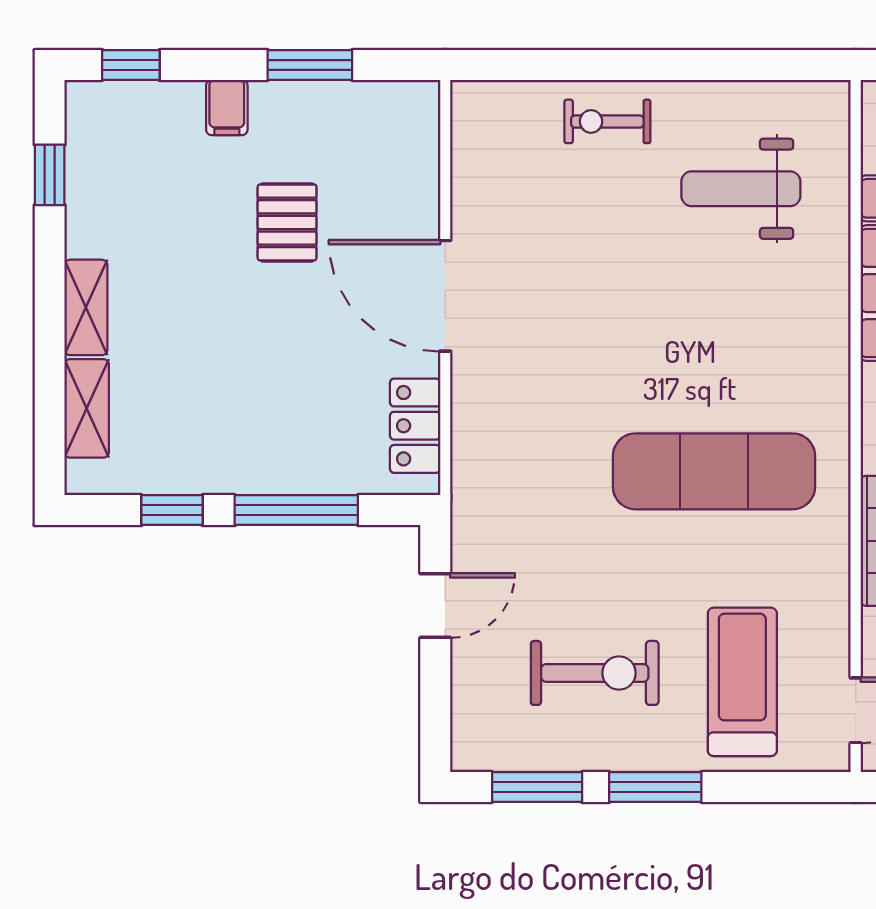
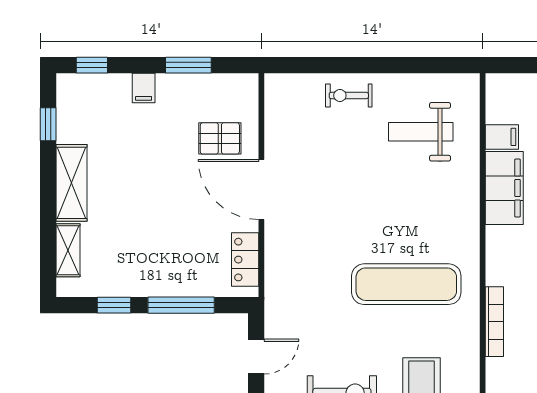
pallet: (287, 222) -> (220, 138), moved, turned 90
shelving: (86, 307) -> (71, 183), width x1.50, depth x1.33

